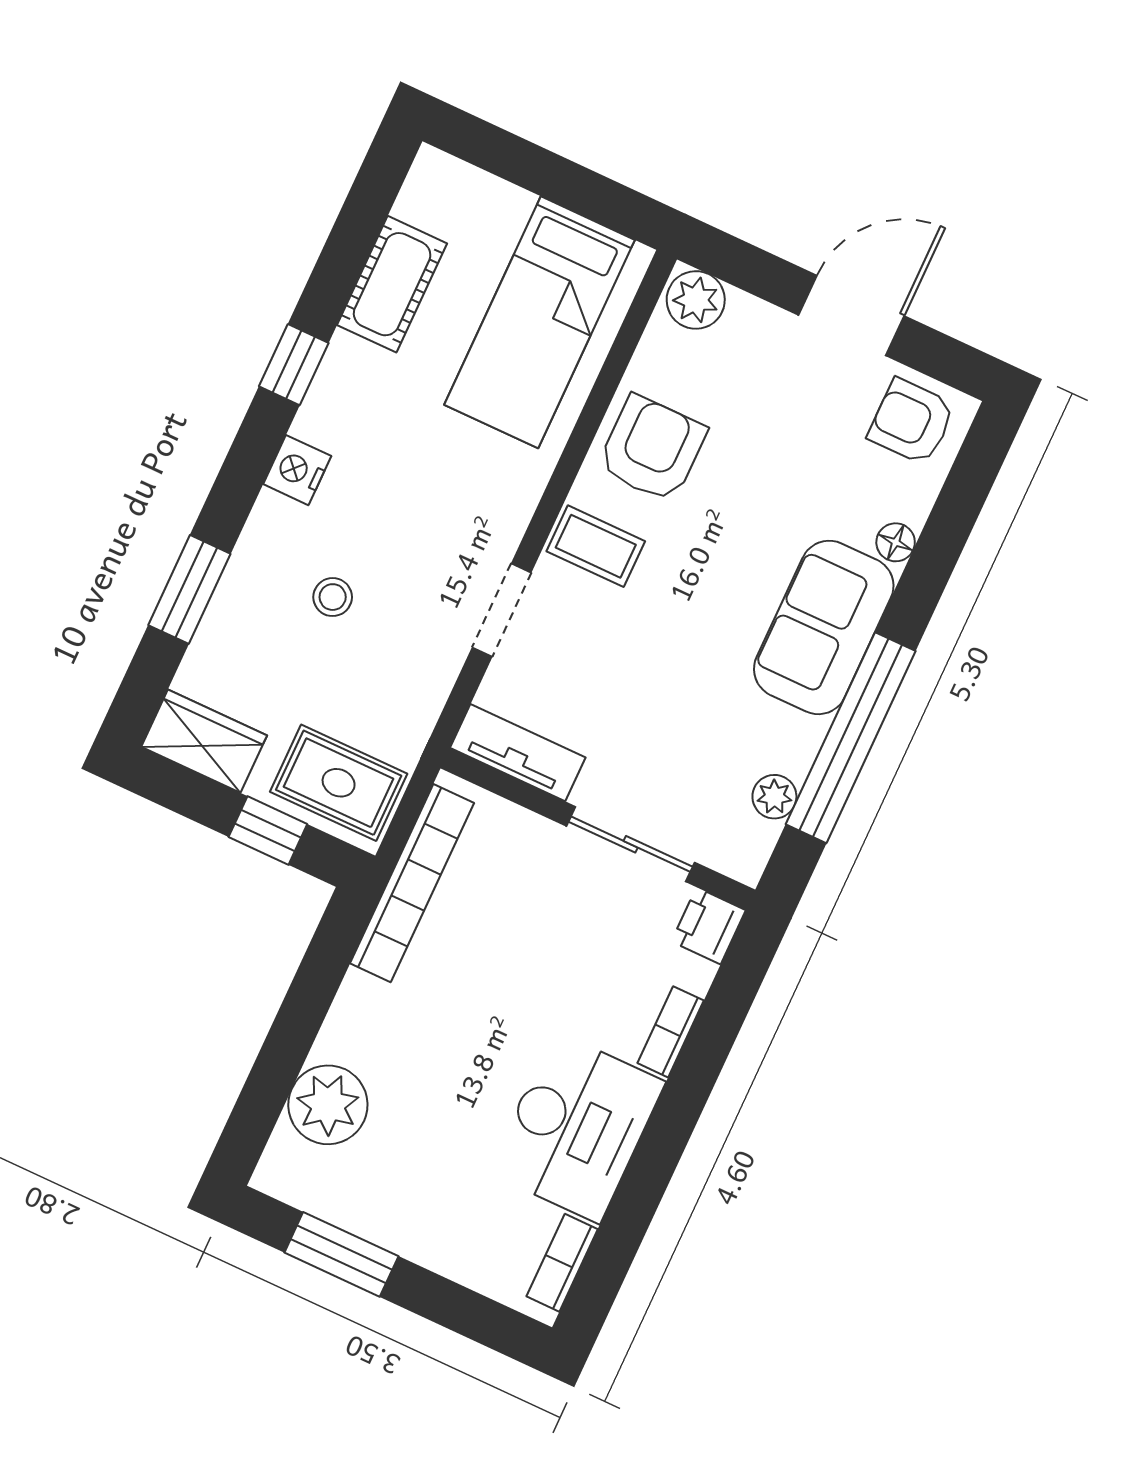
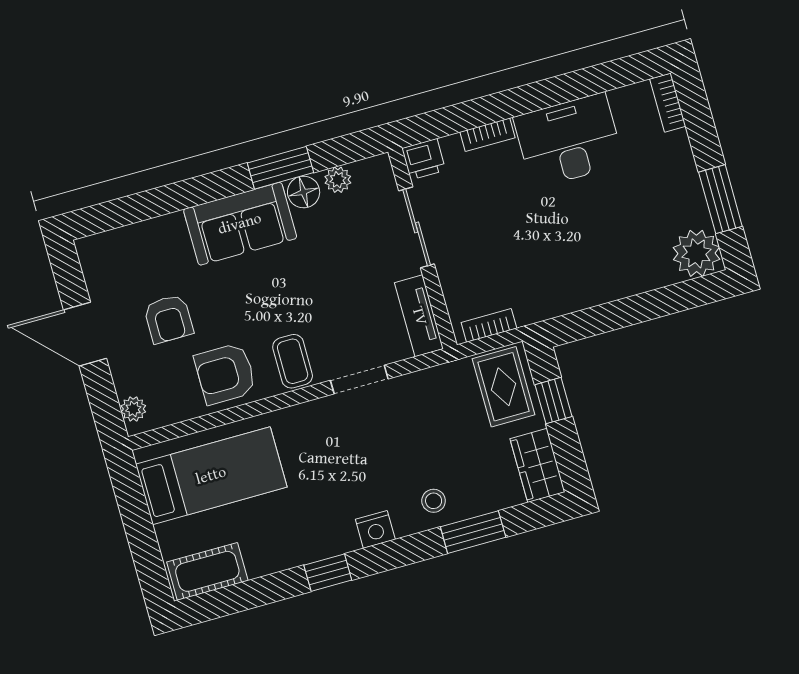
cot: (392, 284) -> (207, 571), moved
plant: (696, 300) -> (133, 409), width x0.73, depth x0.73
armchair: (912, 422) -> (169, 319), moved
floor lamp: (896, 542) -> (304, 192), moved, width x1.37, depth x1.37
stool: (333, 597) -> (434, 501), moved
window: (851, 738) -> (280, 168), width x0.47
bookcase: (412, 883) -> (489, 325), width x0.43, depth x0.76
plant: (328, 1105) -> (696, 253), moved
bookcase: (562, 1263) -> (668, 103), moved, turned 90

